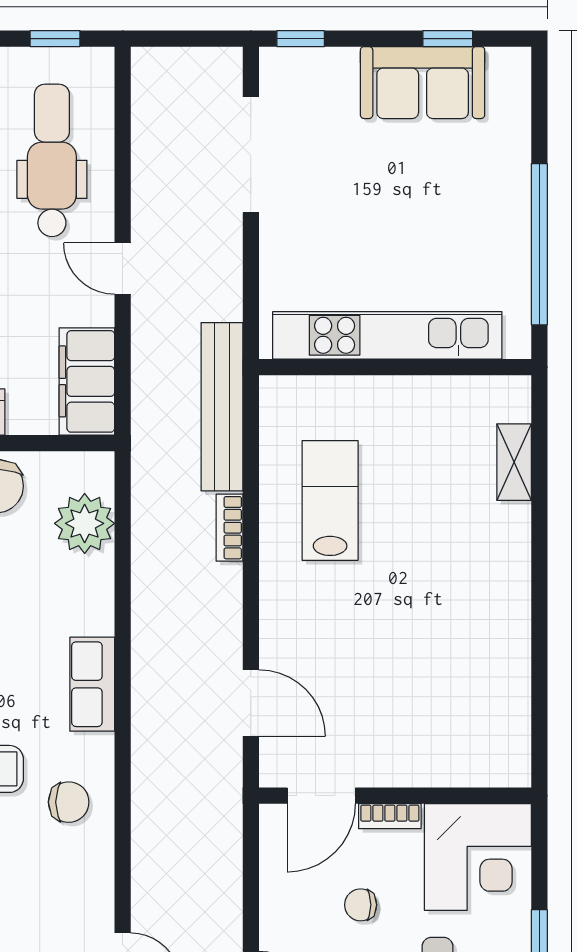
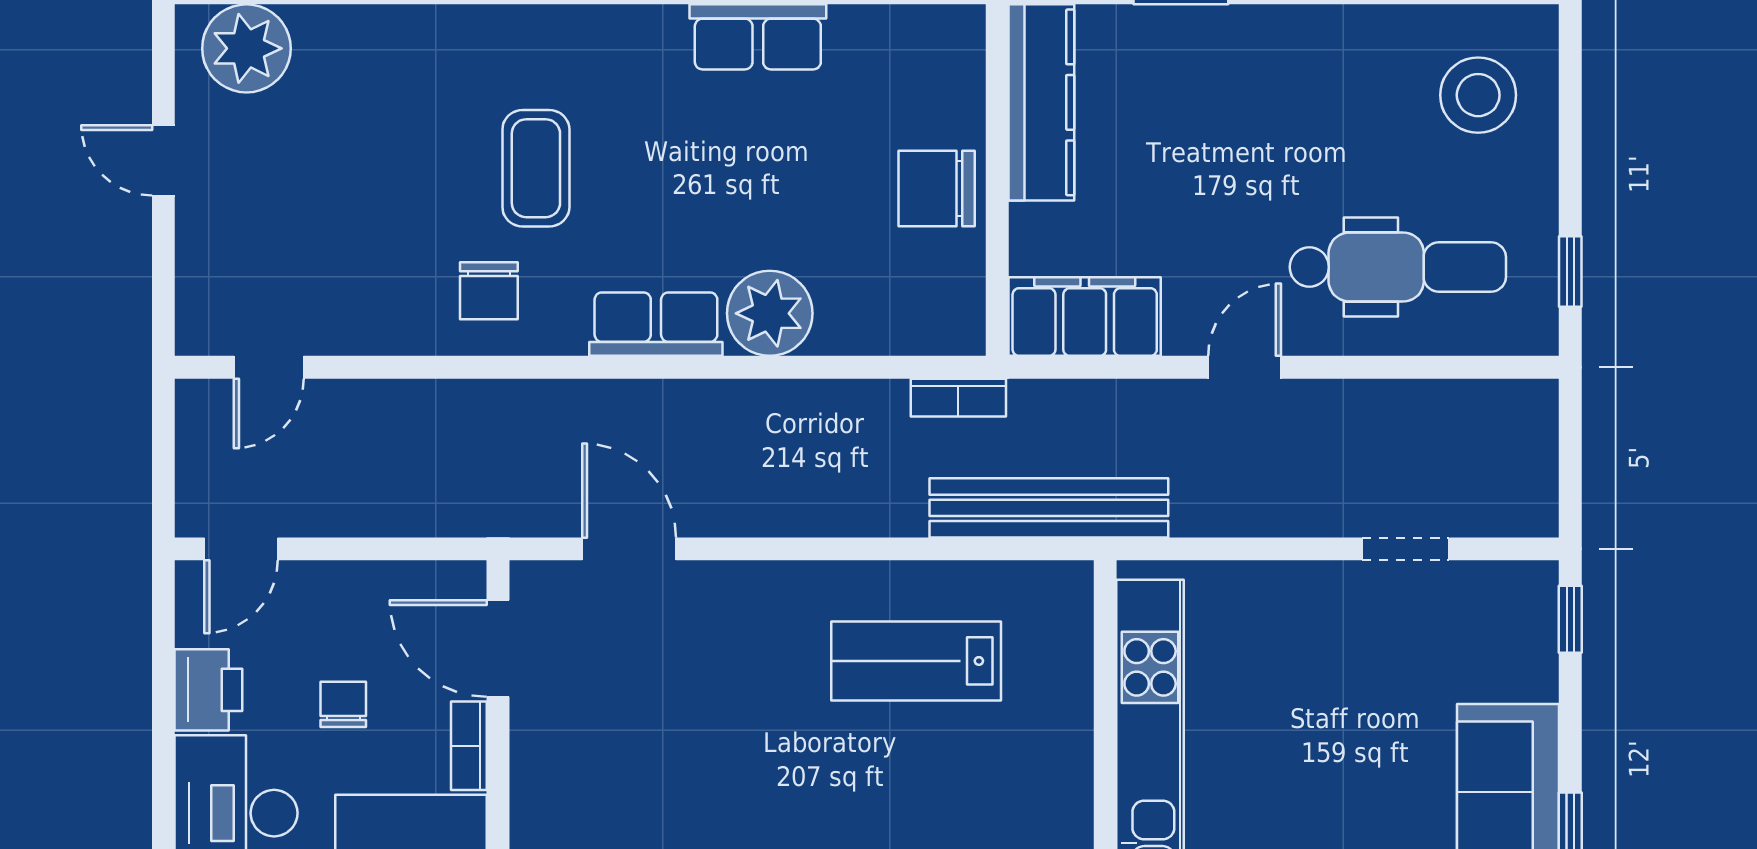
doorway: (251, 155) -> (1406, 549), width x0.53
lab bench: (330, 500) -> (916, 661), turned 180
plant: (85, 523) -> (770, 313), moved
bookcase: (230, 528) -> (958, 398), moved, turned 180
door: (251, 703) -> (629, 549), swing flipped

